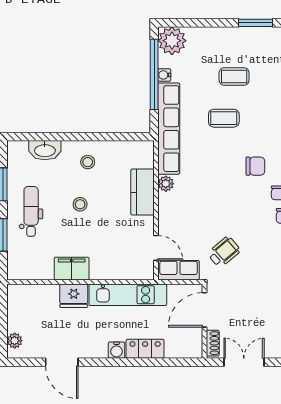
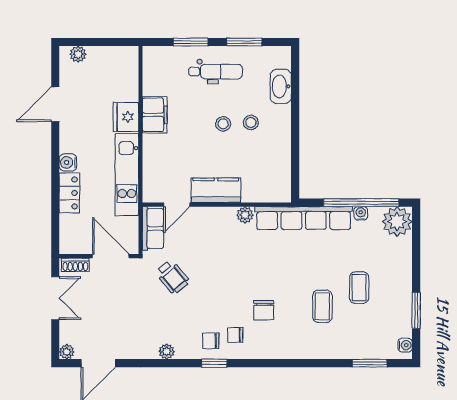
coffee table: (224, 118) -> (322, 306), moved
stool: (88, 162) -> (251, 122), moved
kitchen counter: (143, 192) -> (216, 190), moved

